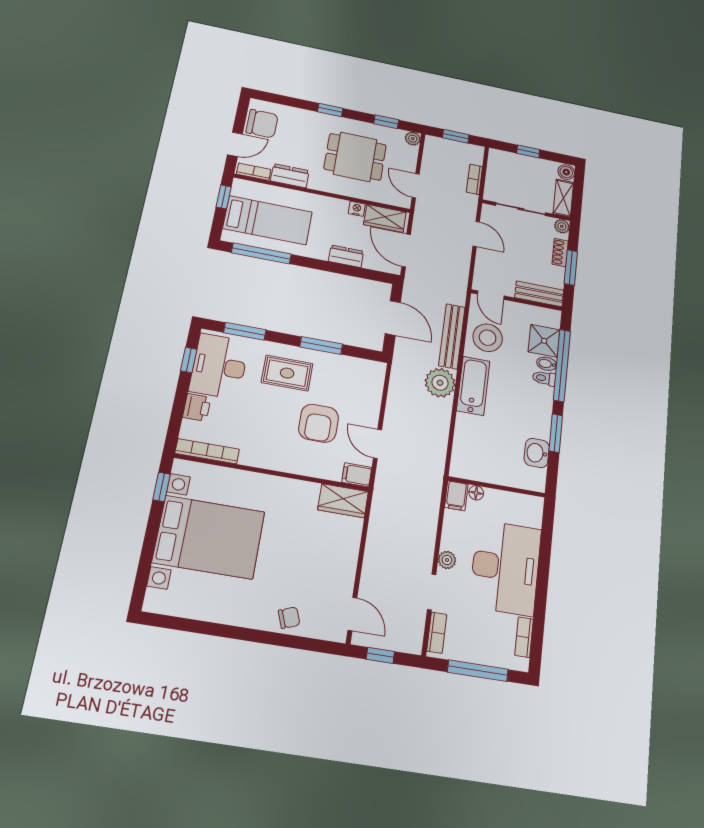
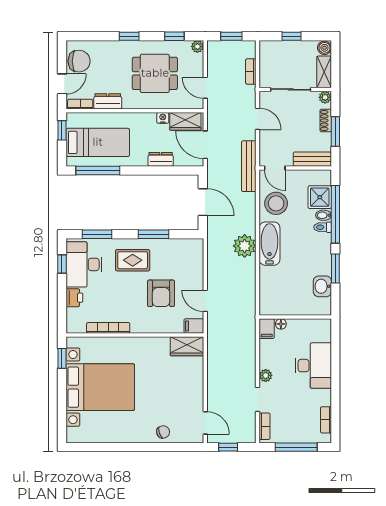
bench: (452, 336) -> (249, 166), moved
bookcase: (207, 451) -> (108, 328), moved
desk: (505, 568) -> (313, 366), width x0.73, depth x0.77

